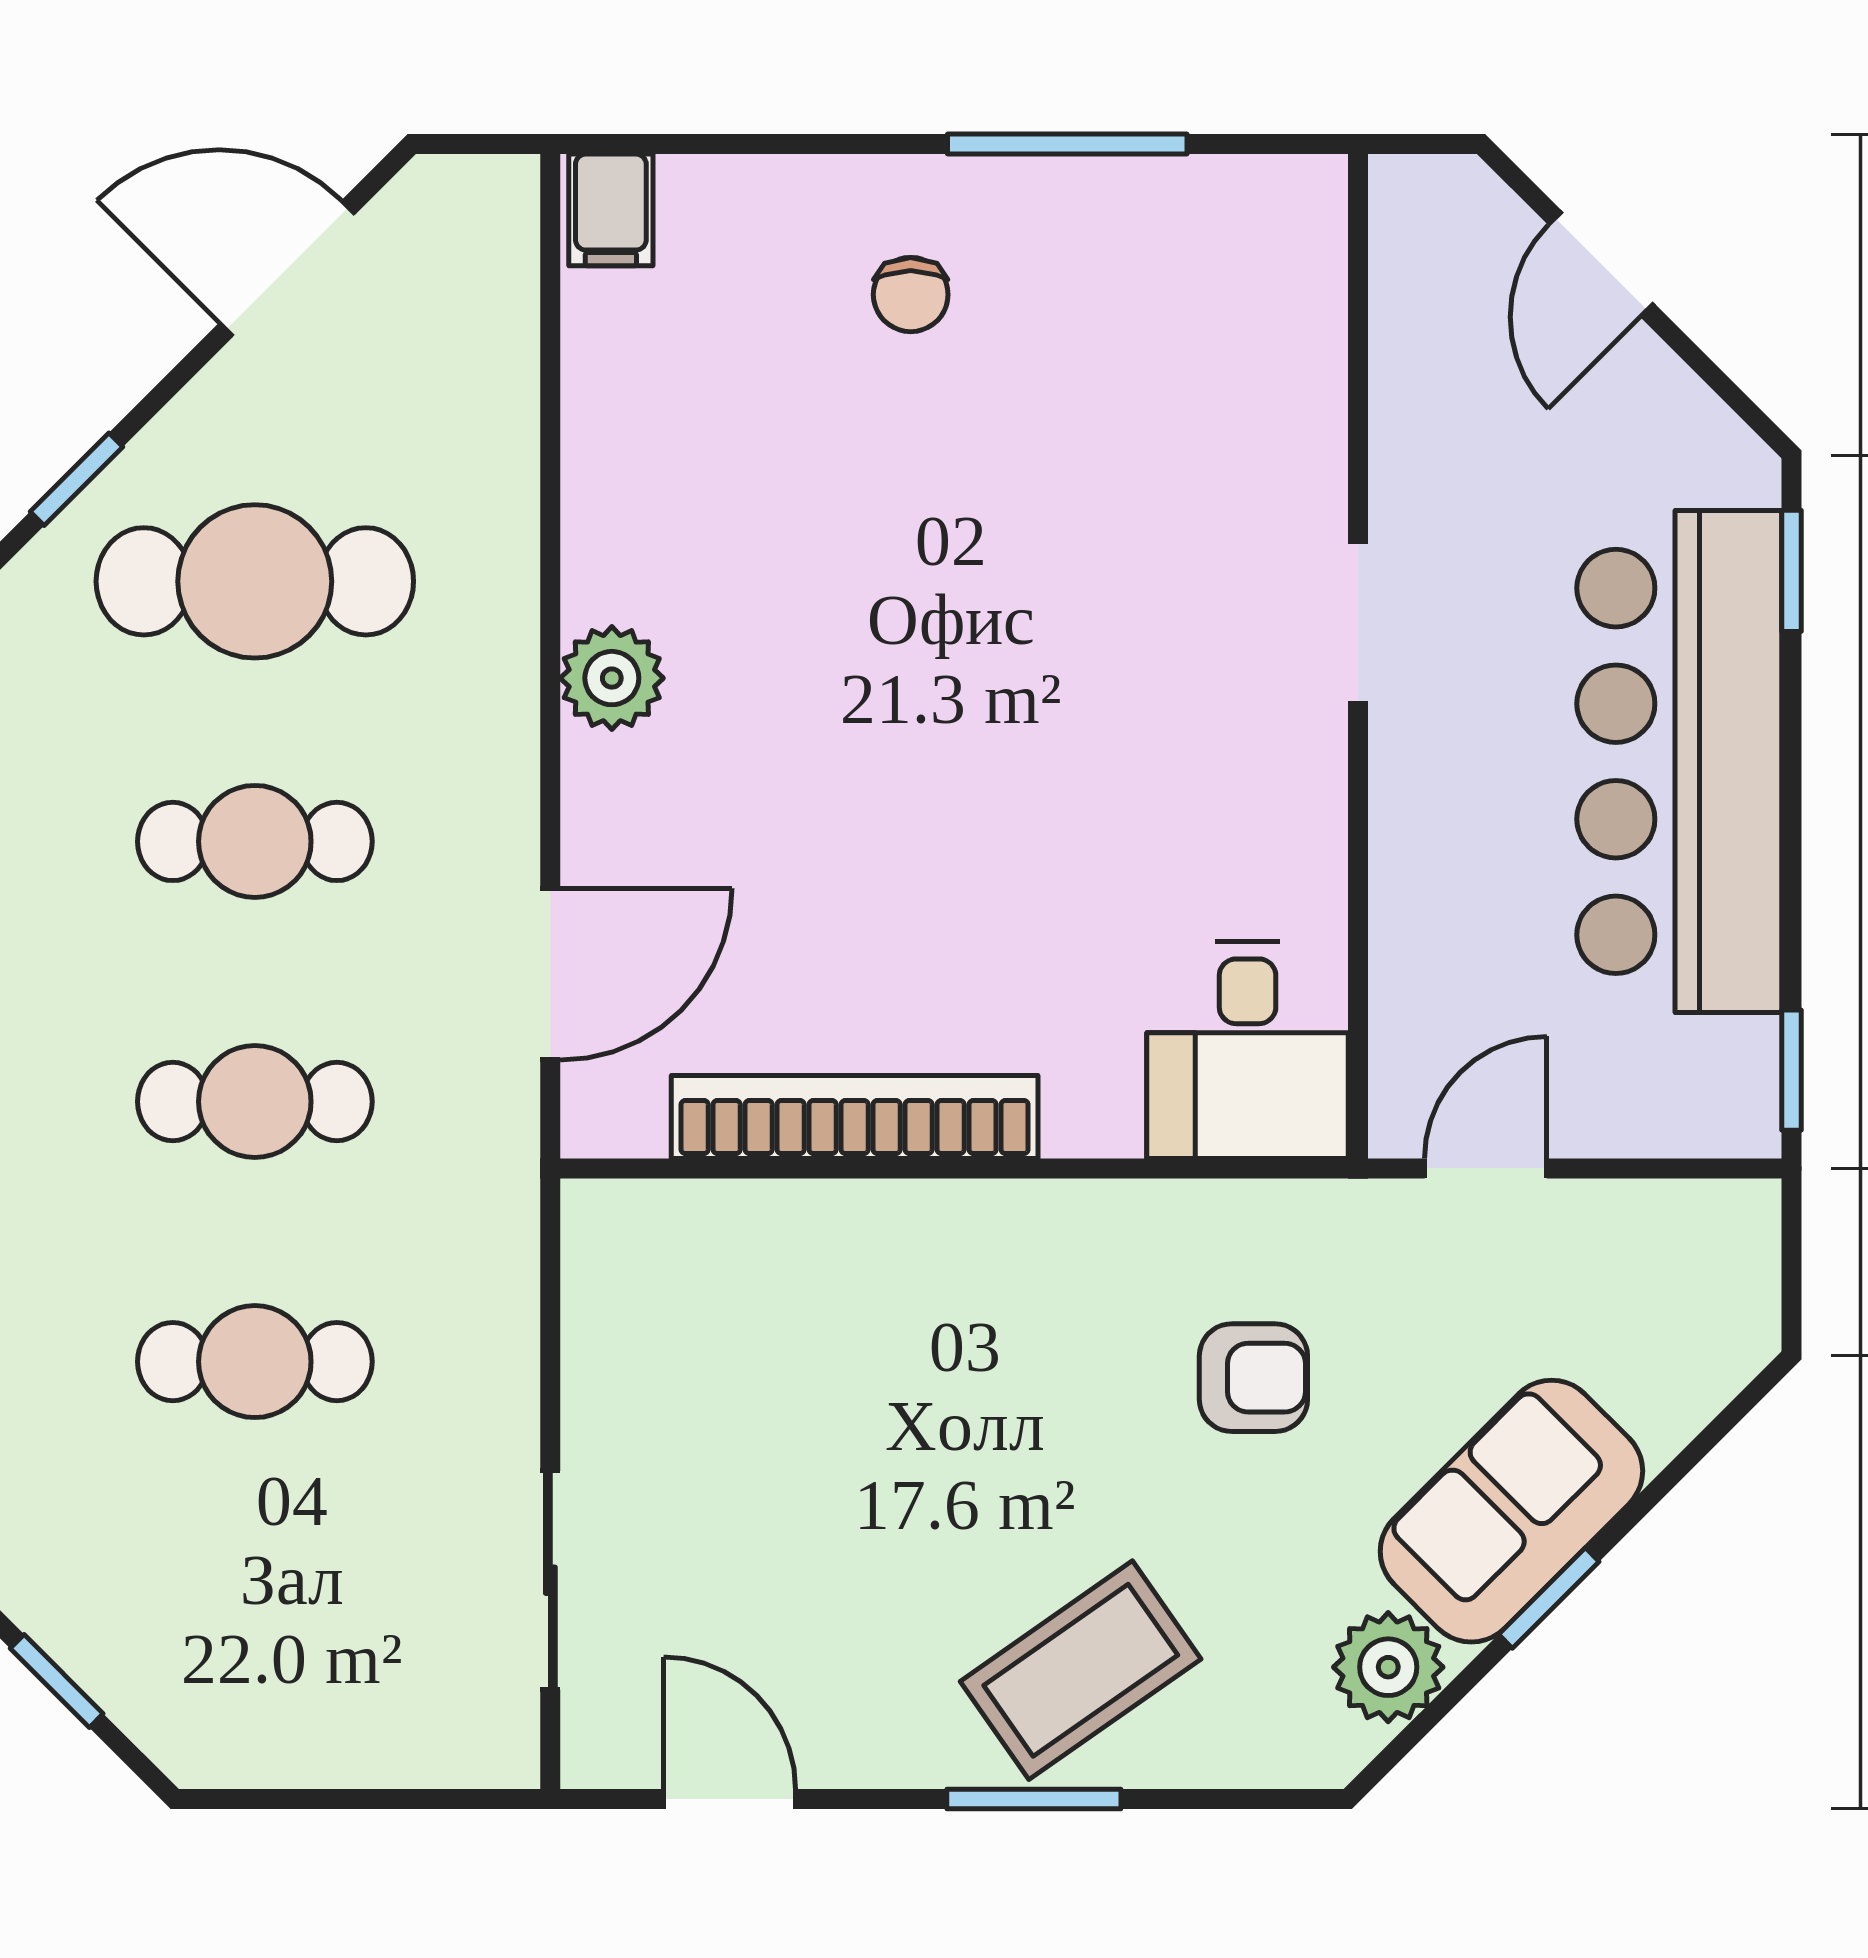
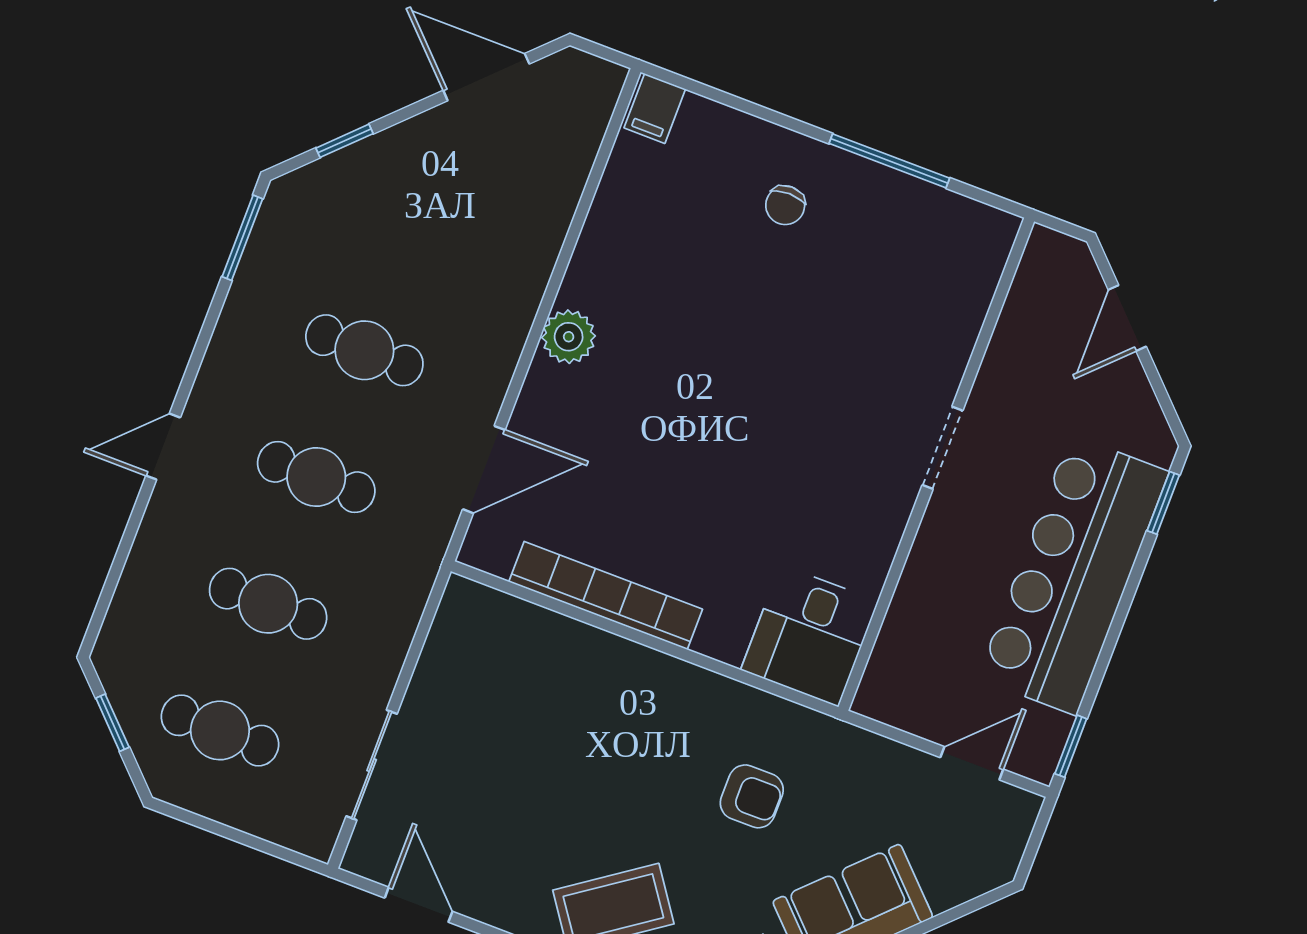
cafe table: (255, 581) -> (220, 730), moved, width x0.73, depth x0.74
door: (1486, 1168) -> (972, 763), moved

